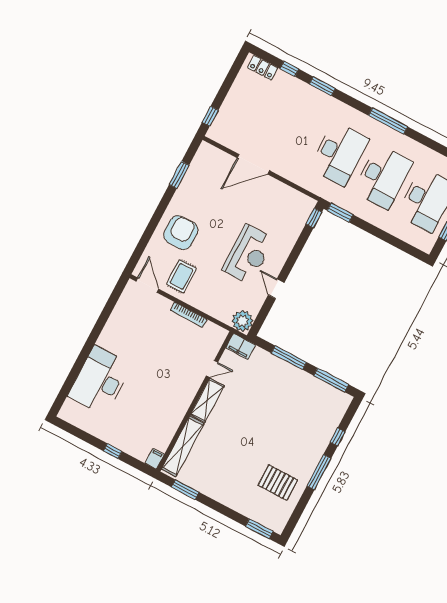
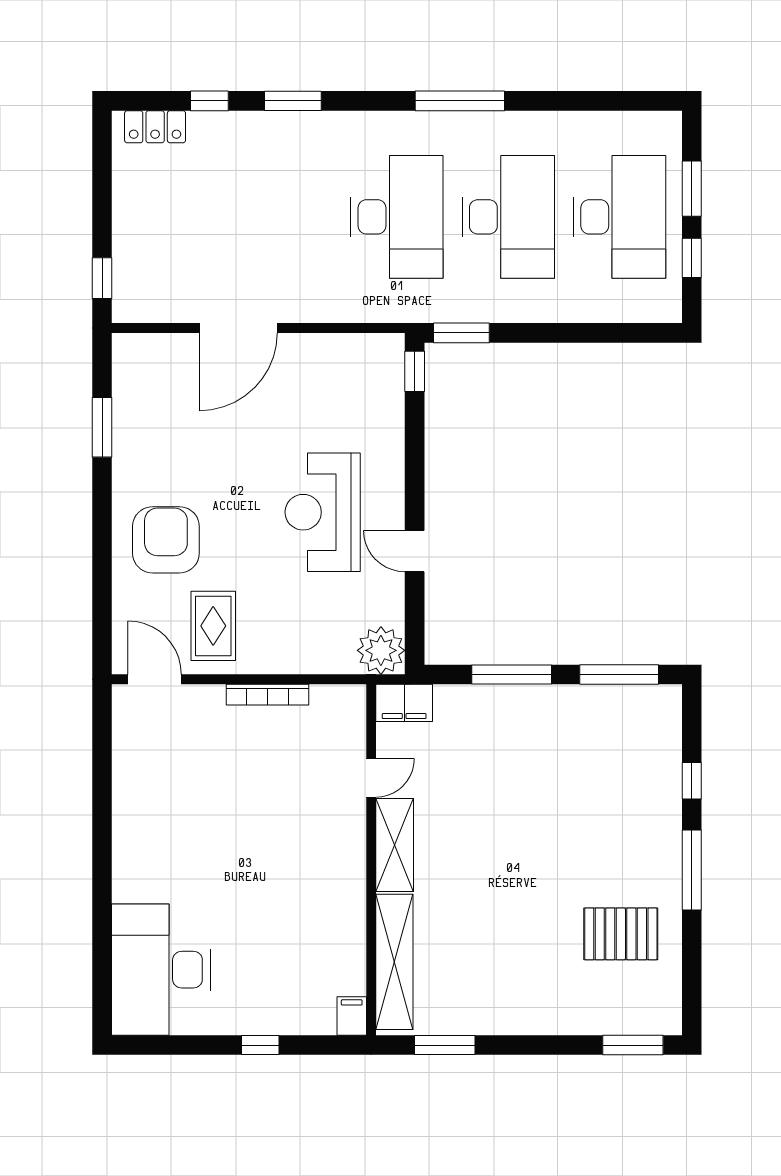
reception desk: (248, 254) -> (323, 512), turned 180
desk: (100, 381) -> (161, 970), moved

